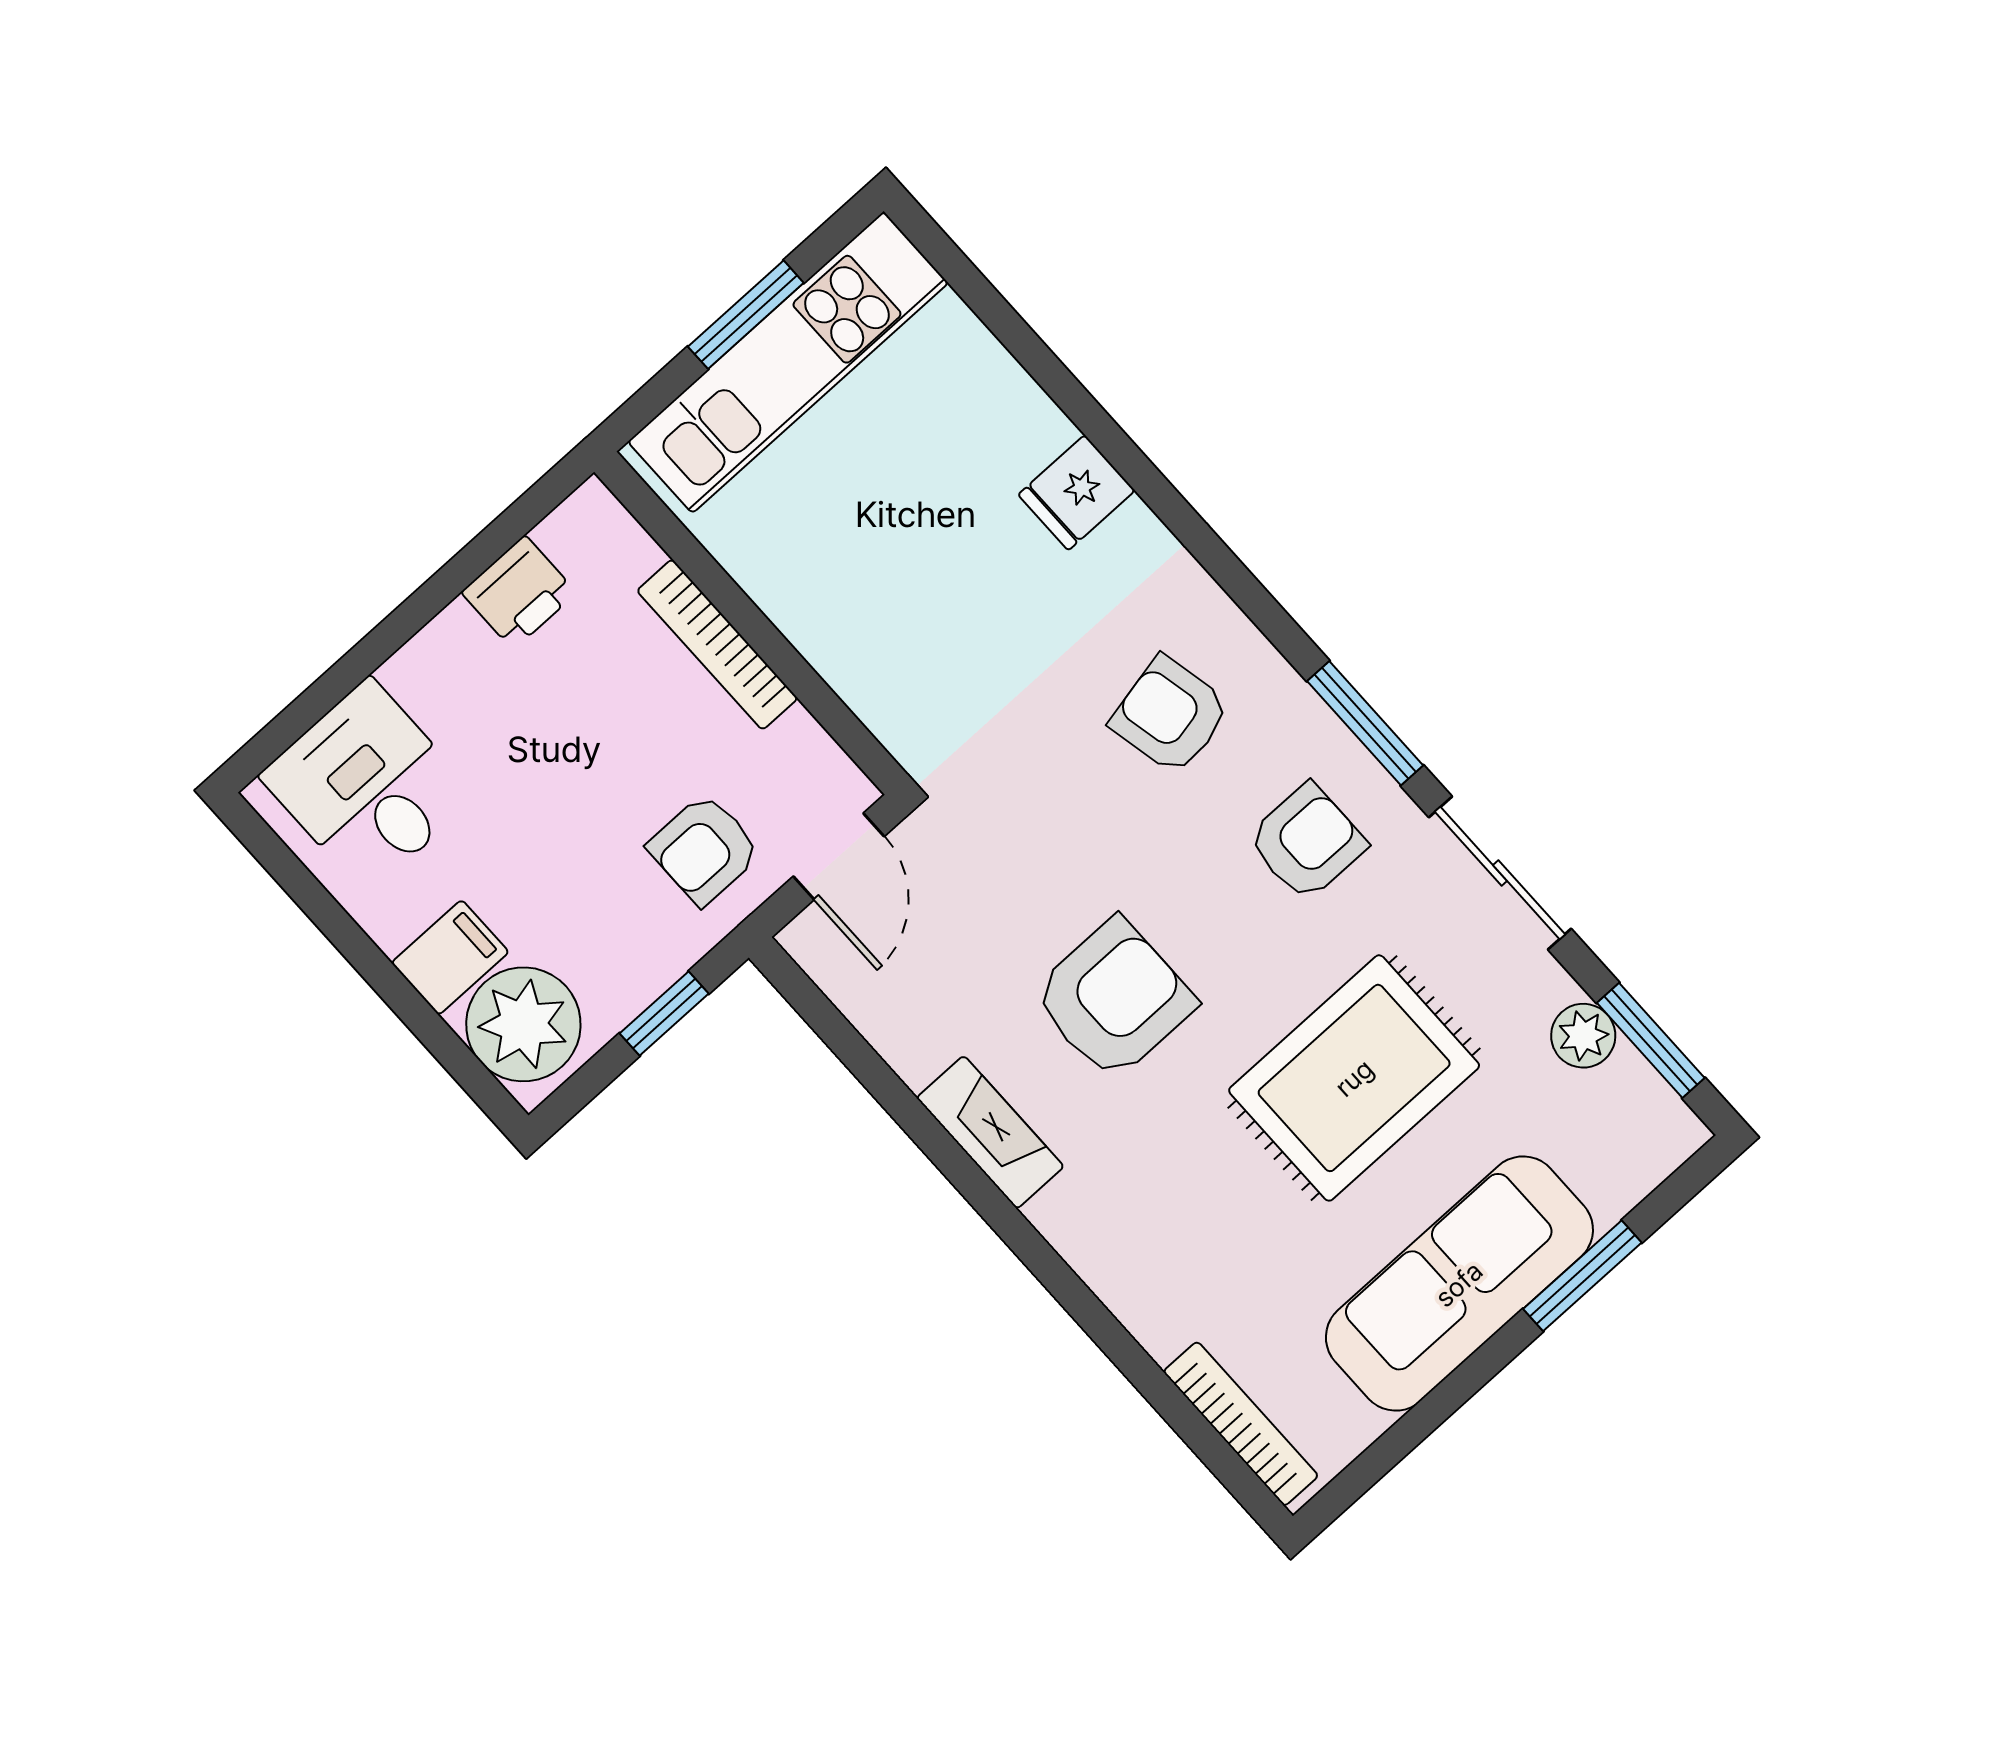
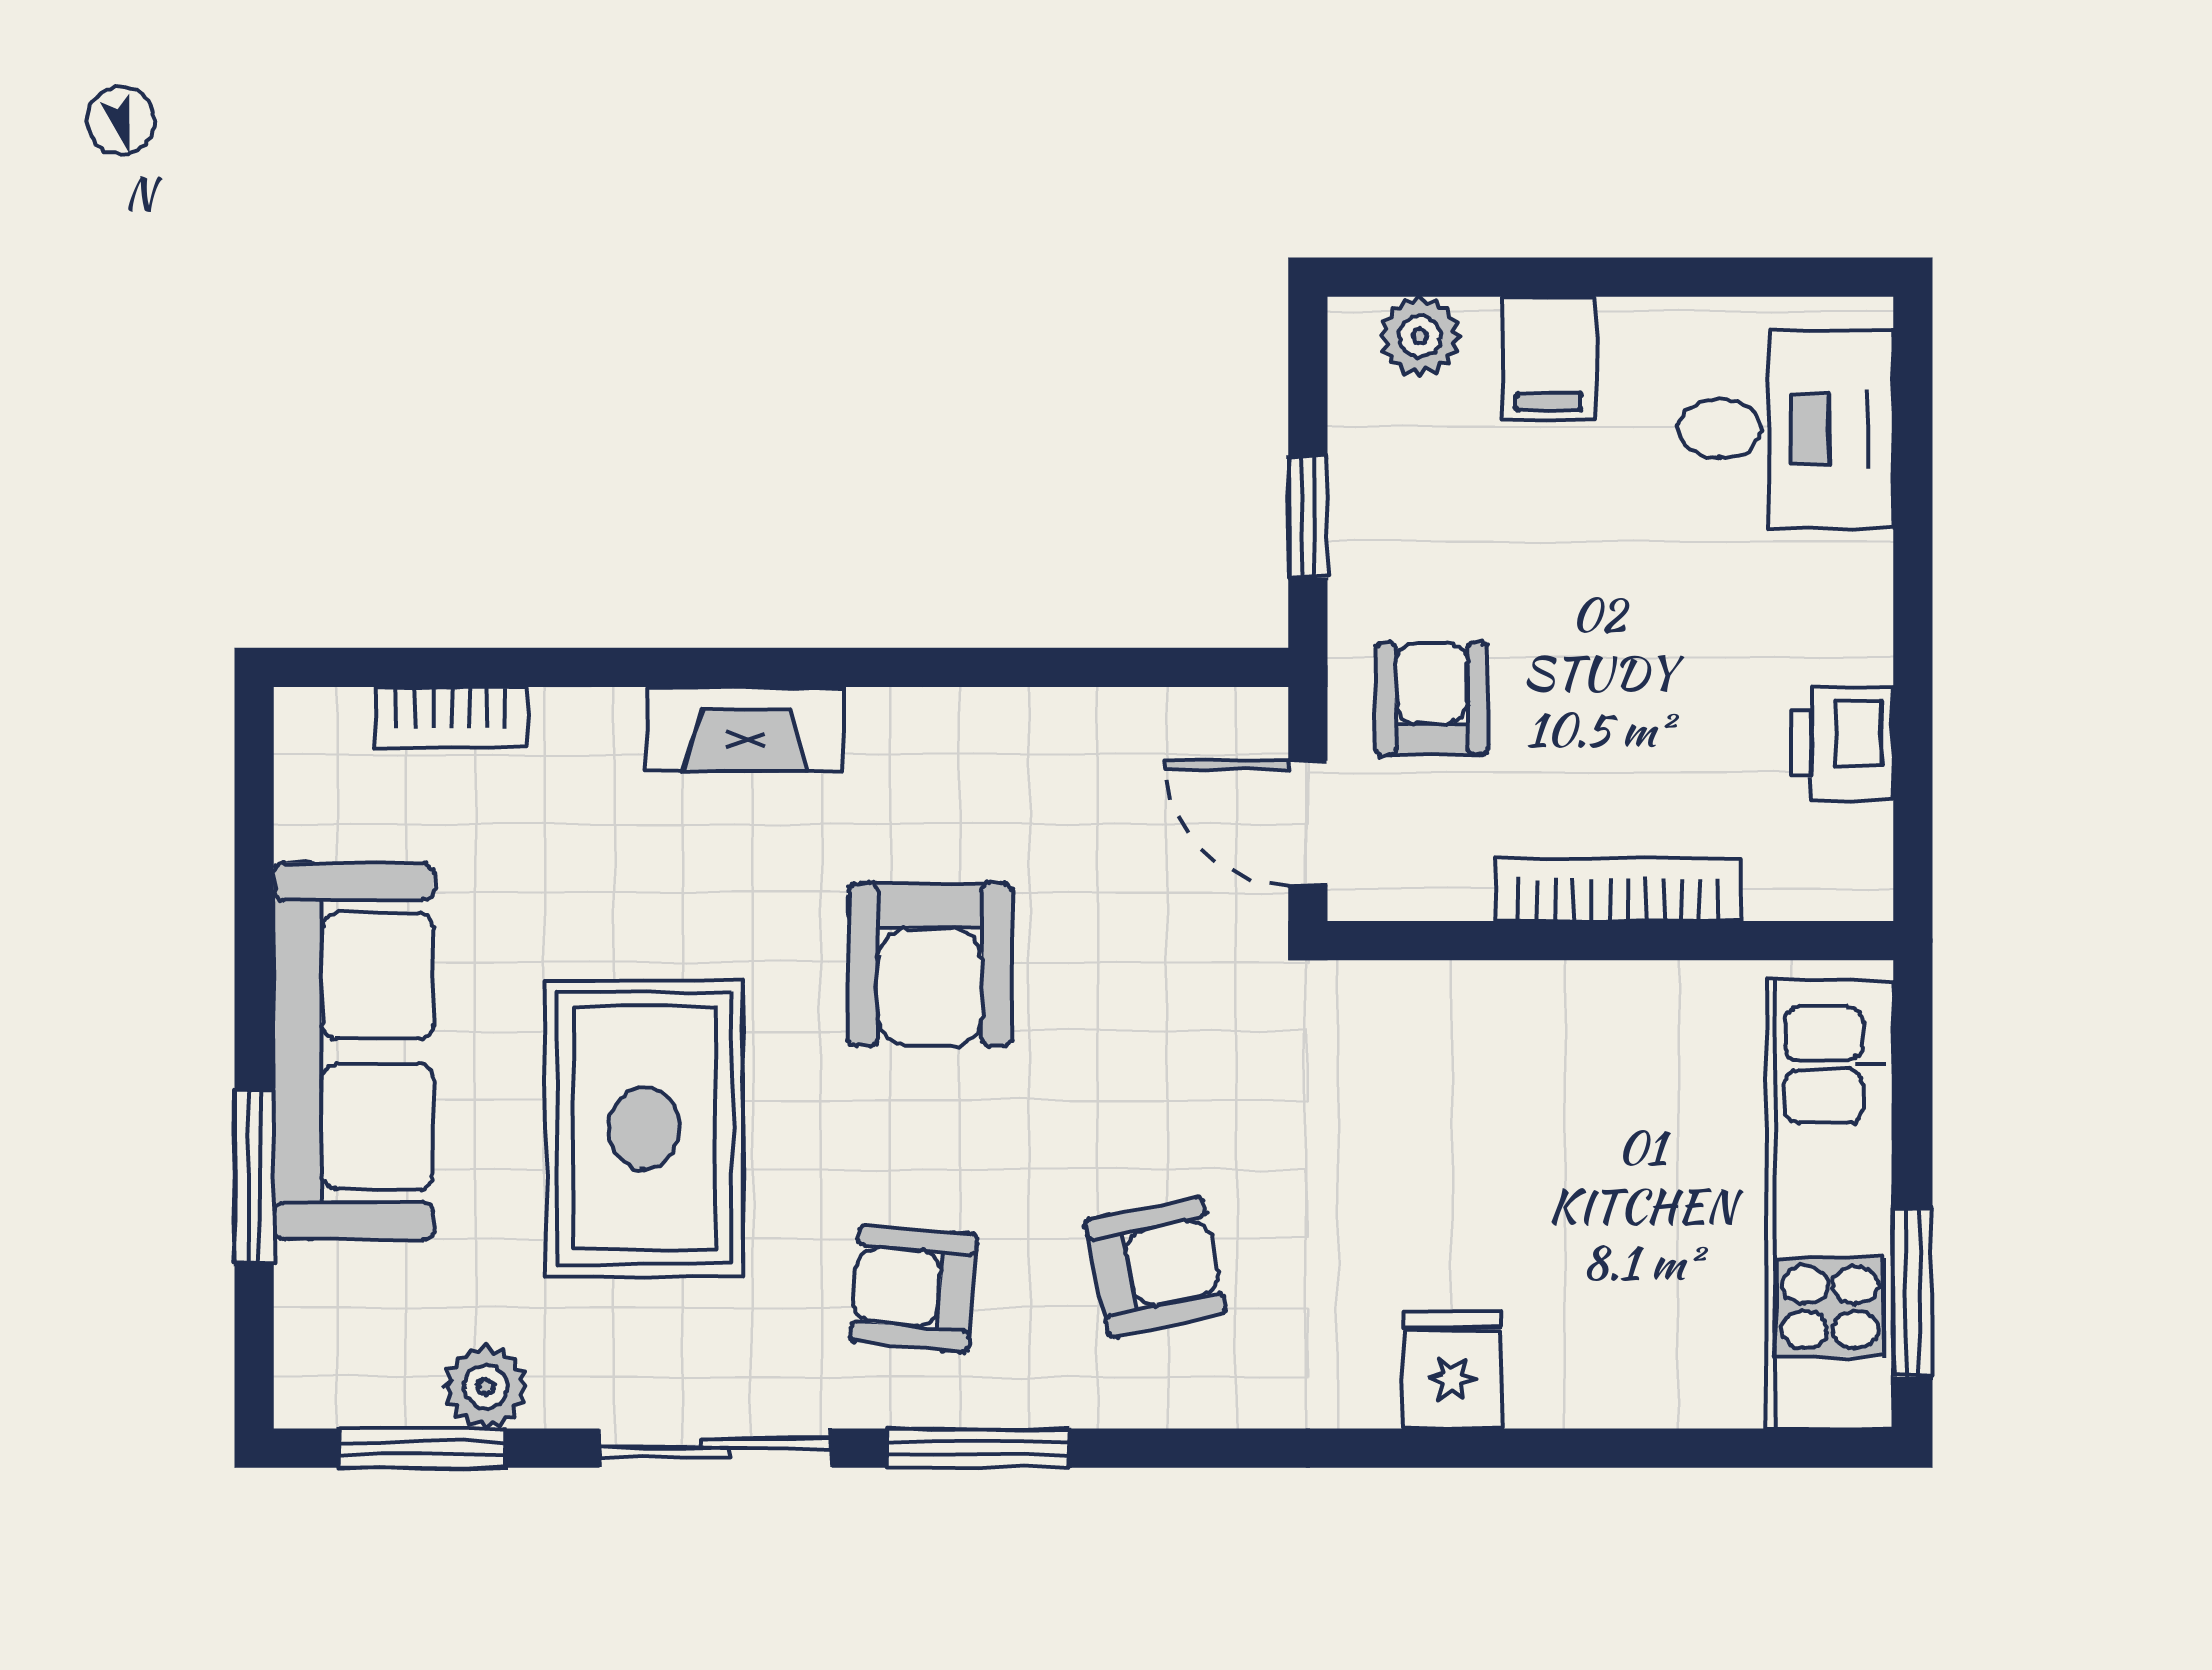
window: (746, 315) -> (1913, 1293), moved
armchair: (1307, 842) -> (914, 1288), turned 95
plant: (523, 1024) -> (1420, 336), width x0.53, depth x0.53
fireplace: (990, 1132) -> (745, 729), moved
bookcase: (1241, 1424) -> (451, 717), width x0.64

